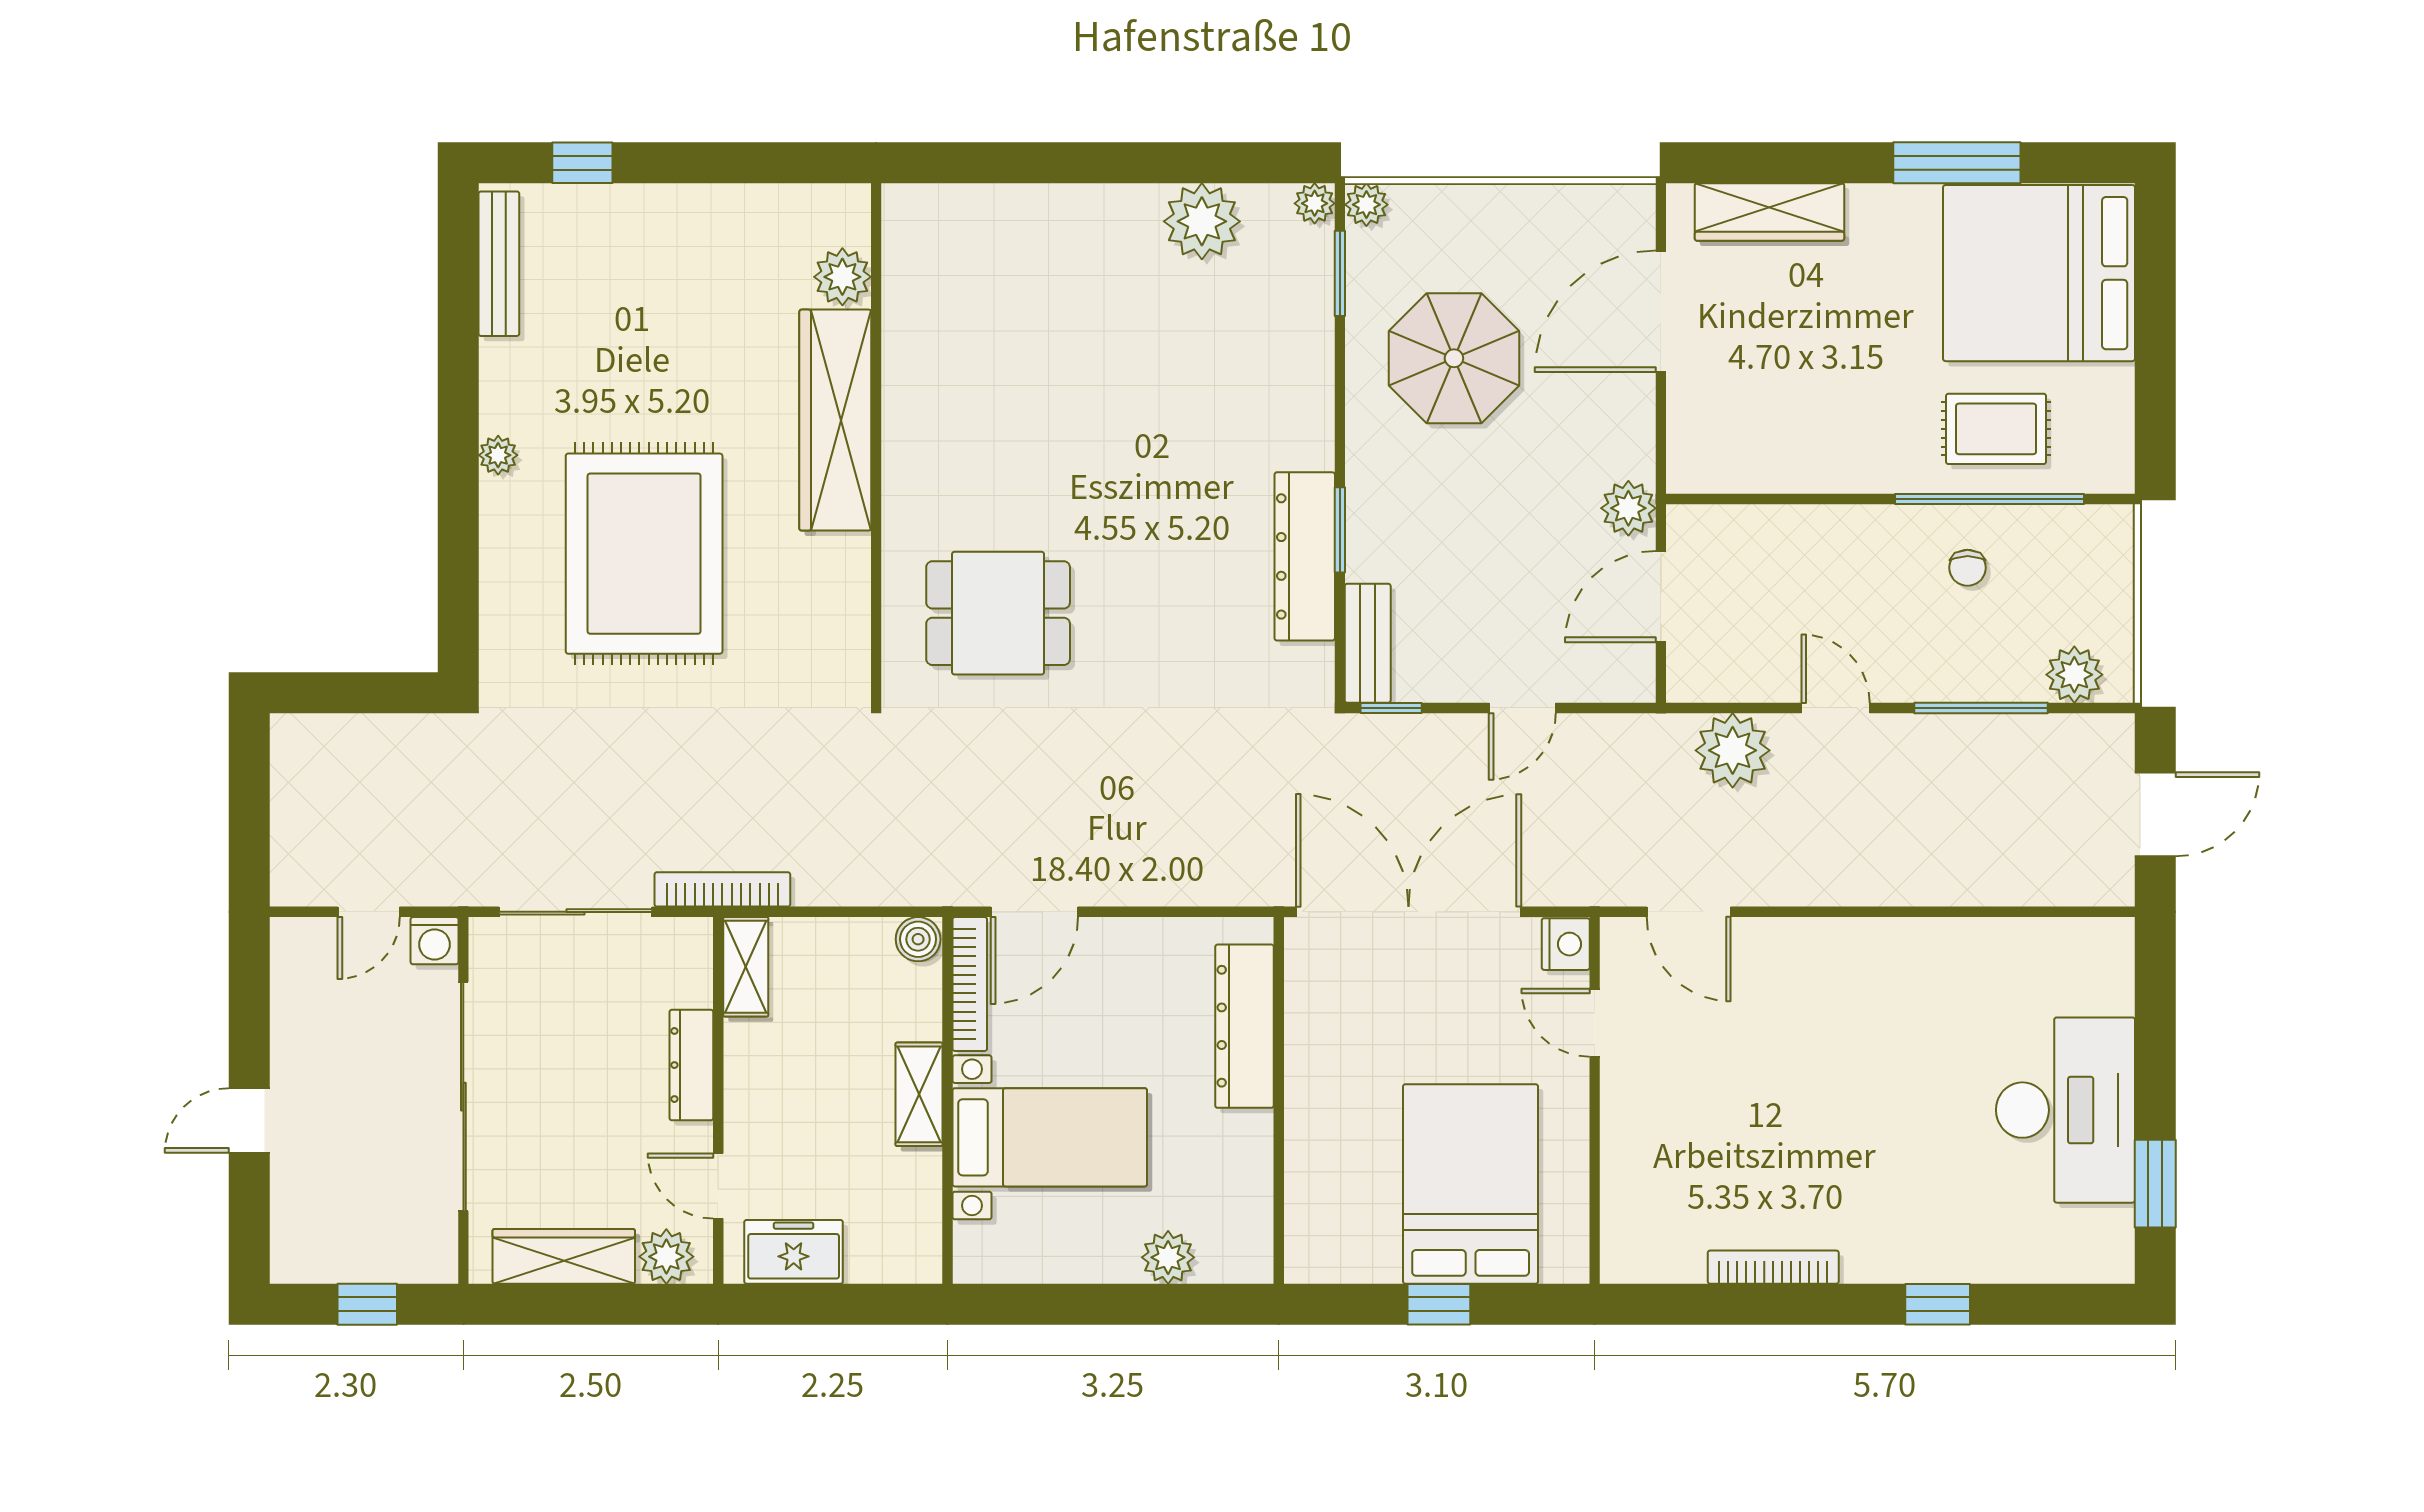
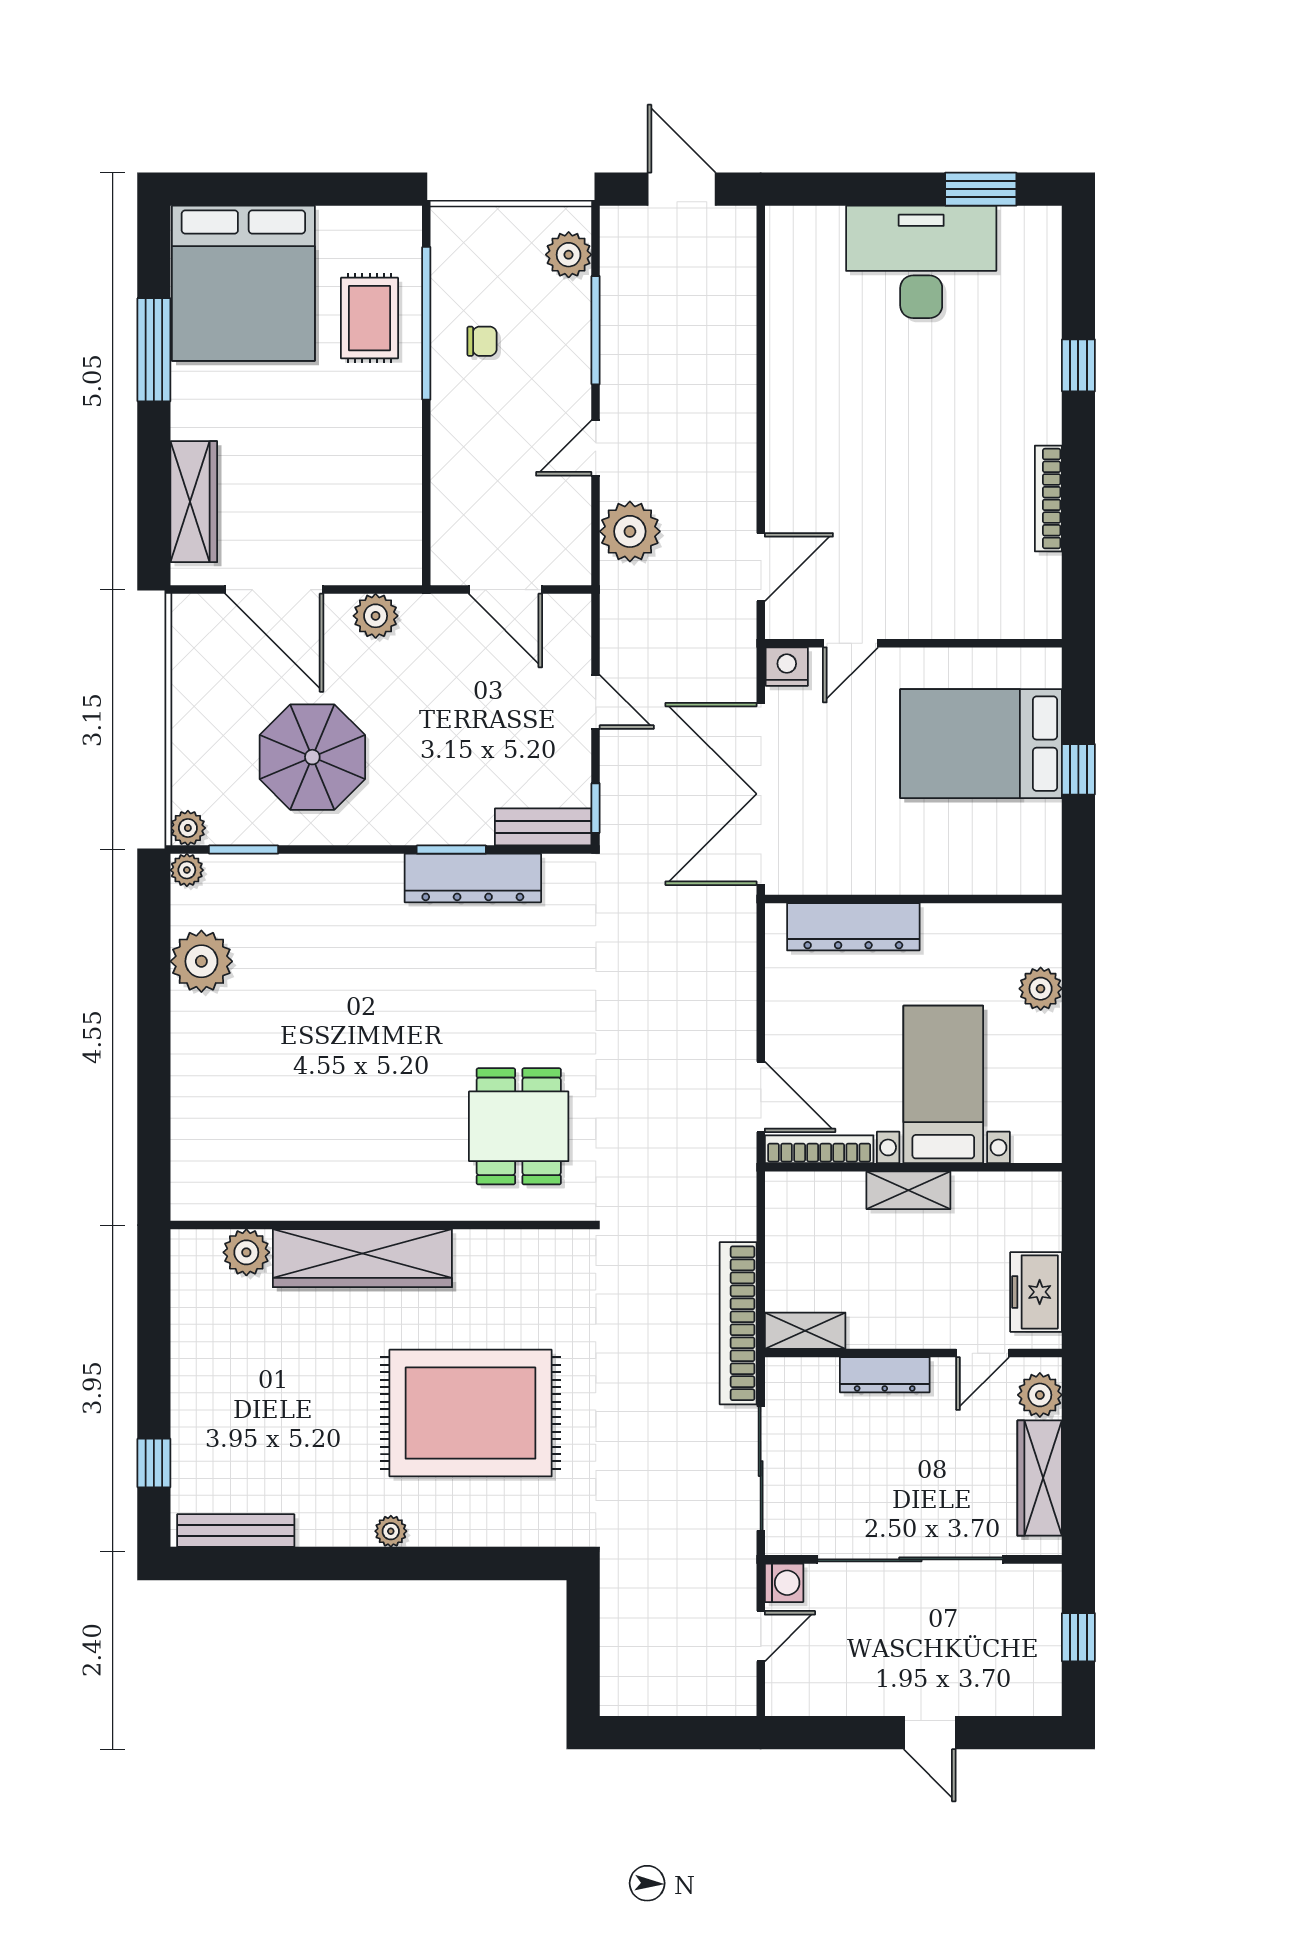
plant: (1628, 508) -> (376, 616), moved
bookcase: (722, 889) -> (738, 1323), width x1.48, depth x1.31
door: (369, 912) -> (761, 1636), hinge flipped
boiler: (918, 939) -> (783, 1191), removed

